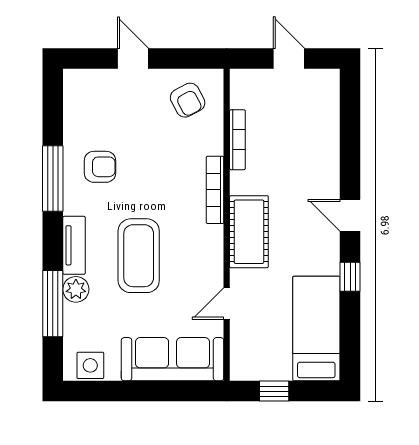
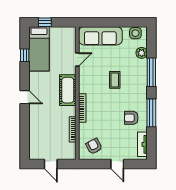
tv unit: (74, 245) -> (142, 144), moved
coffee table: (139, 256) -> (115, 80), width x0.54, depth x0.58
window: (350, 277) -> (25, 55), moved
plant: (76, 289) -> (142, 53), moved
window: (53, 304) -> (151, 72), moved
window: (274, 391) -> (45, 22), moved

